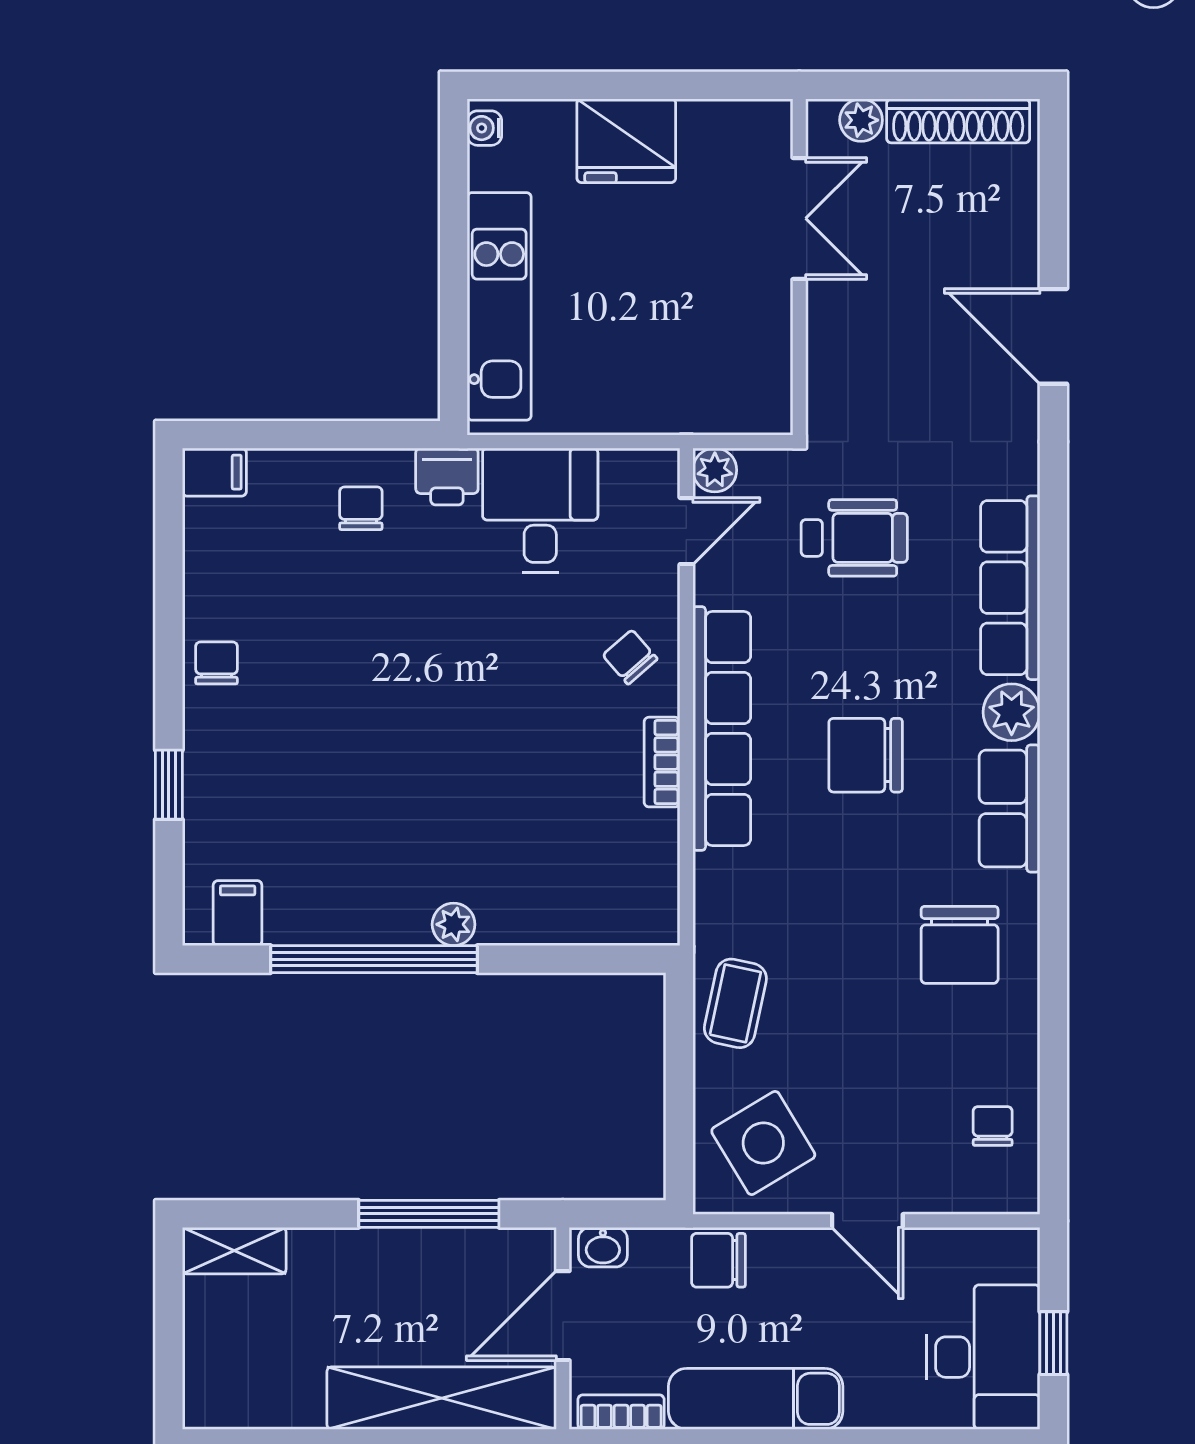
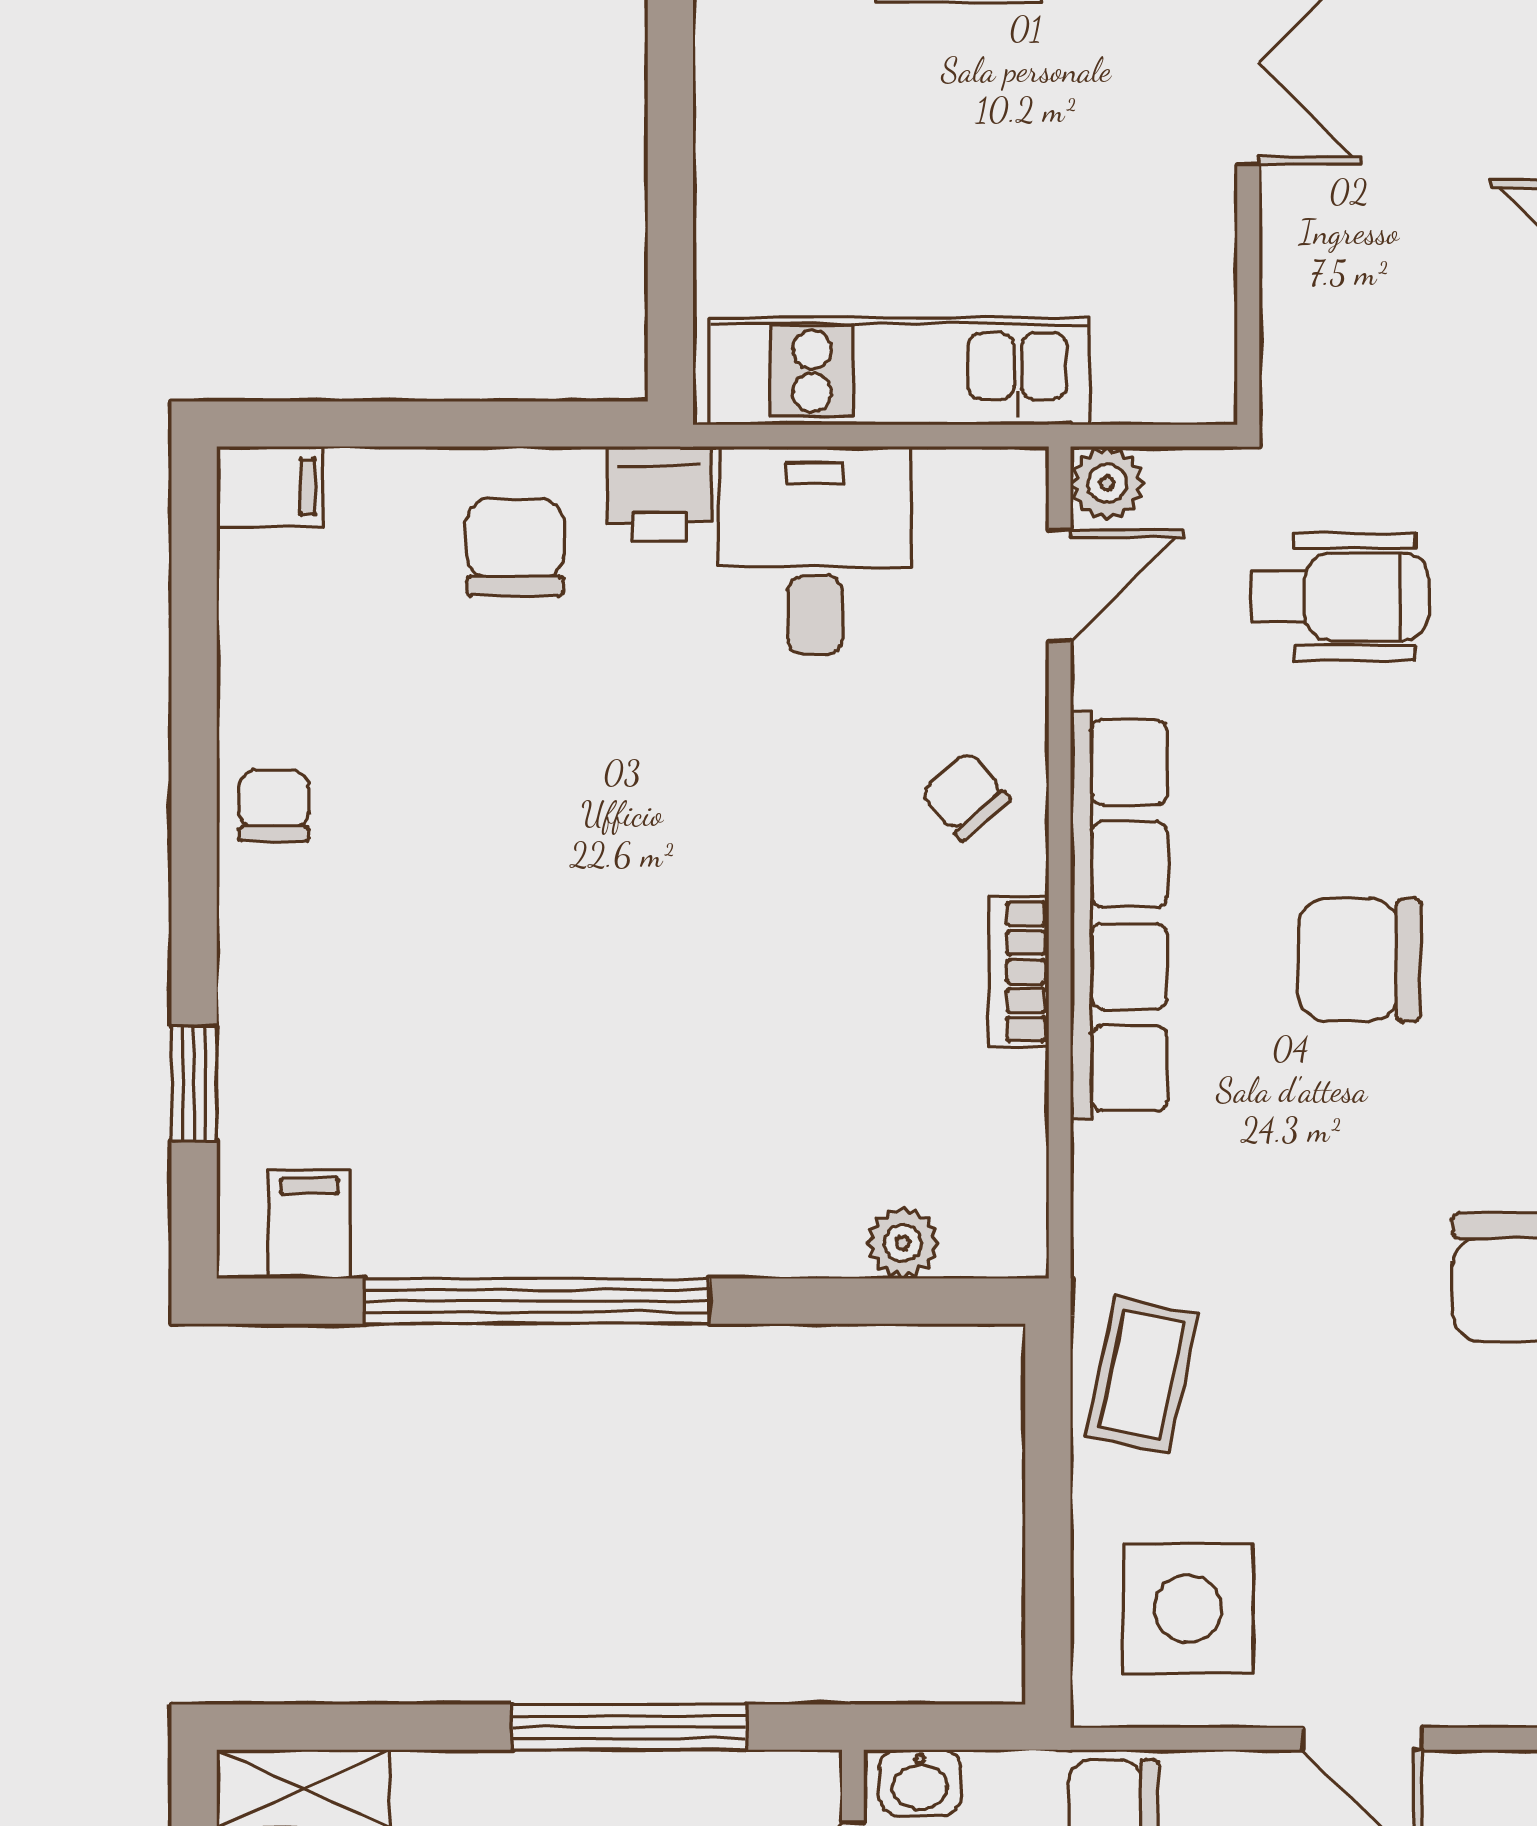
kitchen unit: (499, 306) -> (899, 371), moved, turned -90
chair: (361, 508) -> (515, 547), width x1.37, depth x1.37
window: (169, 785) -> (194, 1083), moved
plant: (454, 924) -> (903, 1243), moved
side table: (763, 1143) -> (1188, 1609), turned 31

